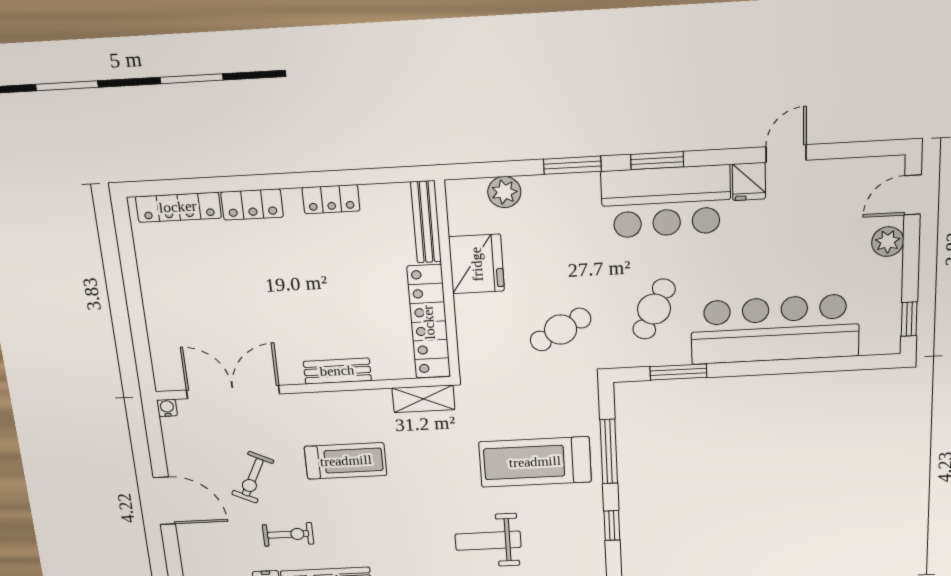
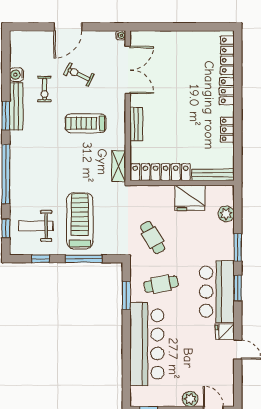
cafe table: (654, 309) -> (161, 284), turned -37
treadmill: (346, 461) -> (86, 123), turned 90
weight bench: (488, 541) -> (36, 226), moved, turned -90

